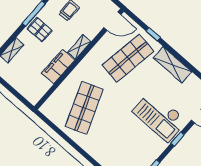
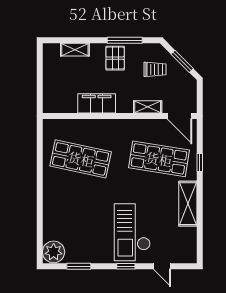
shelving: (79, 47) -> (148, 107), moved
shop shelf: (84, 108) -> (81, 159), turned 33

